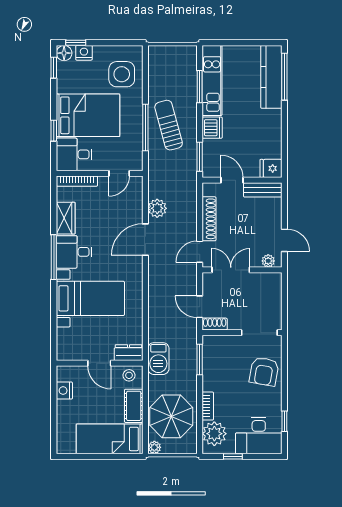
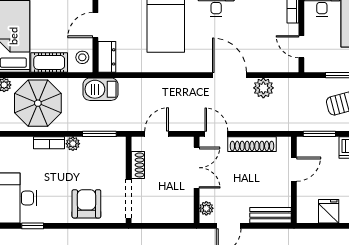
fridge: (271, 168) -> (329, 211), moved
bench: (263, 190) -> (271, 215), moved, turned 90
shoe rack: (215, 324) -> (138, 165), moved
armchair: (264, 372) -> (86, 204), turned 80
plant: (214, 434) -> (73, 144), moved, width x0.53, depth x0.53

